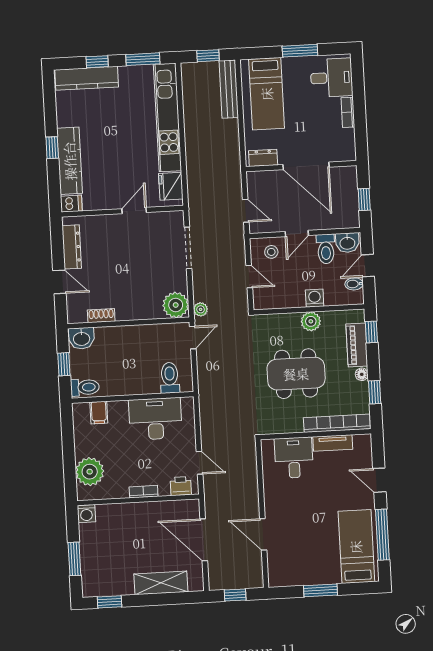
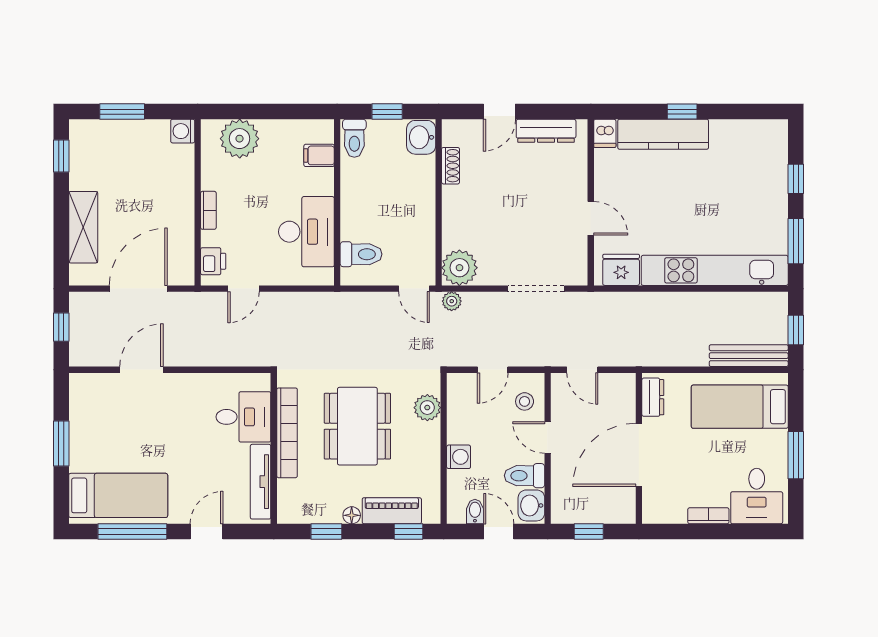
kitchen counter: (87, 78) -> (774, 163), removed
door: (246, 211) -> (582, 370), hinge flipped
plant: (311, 321) -> (427, 408), moved
bookcase: (337, 423) -> (287, 433), moved
tv unit: (333, 443) -> (261, 482), width x1.41

